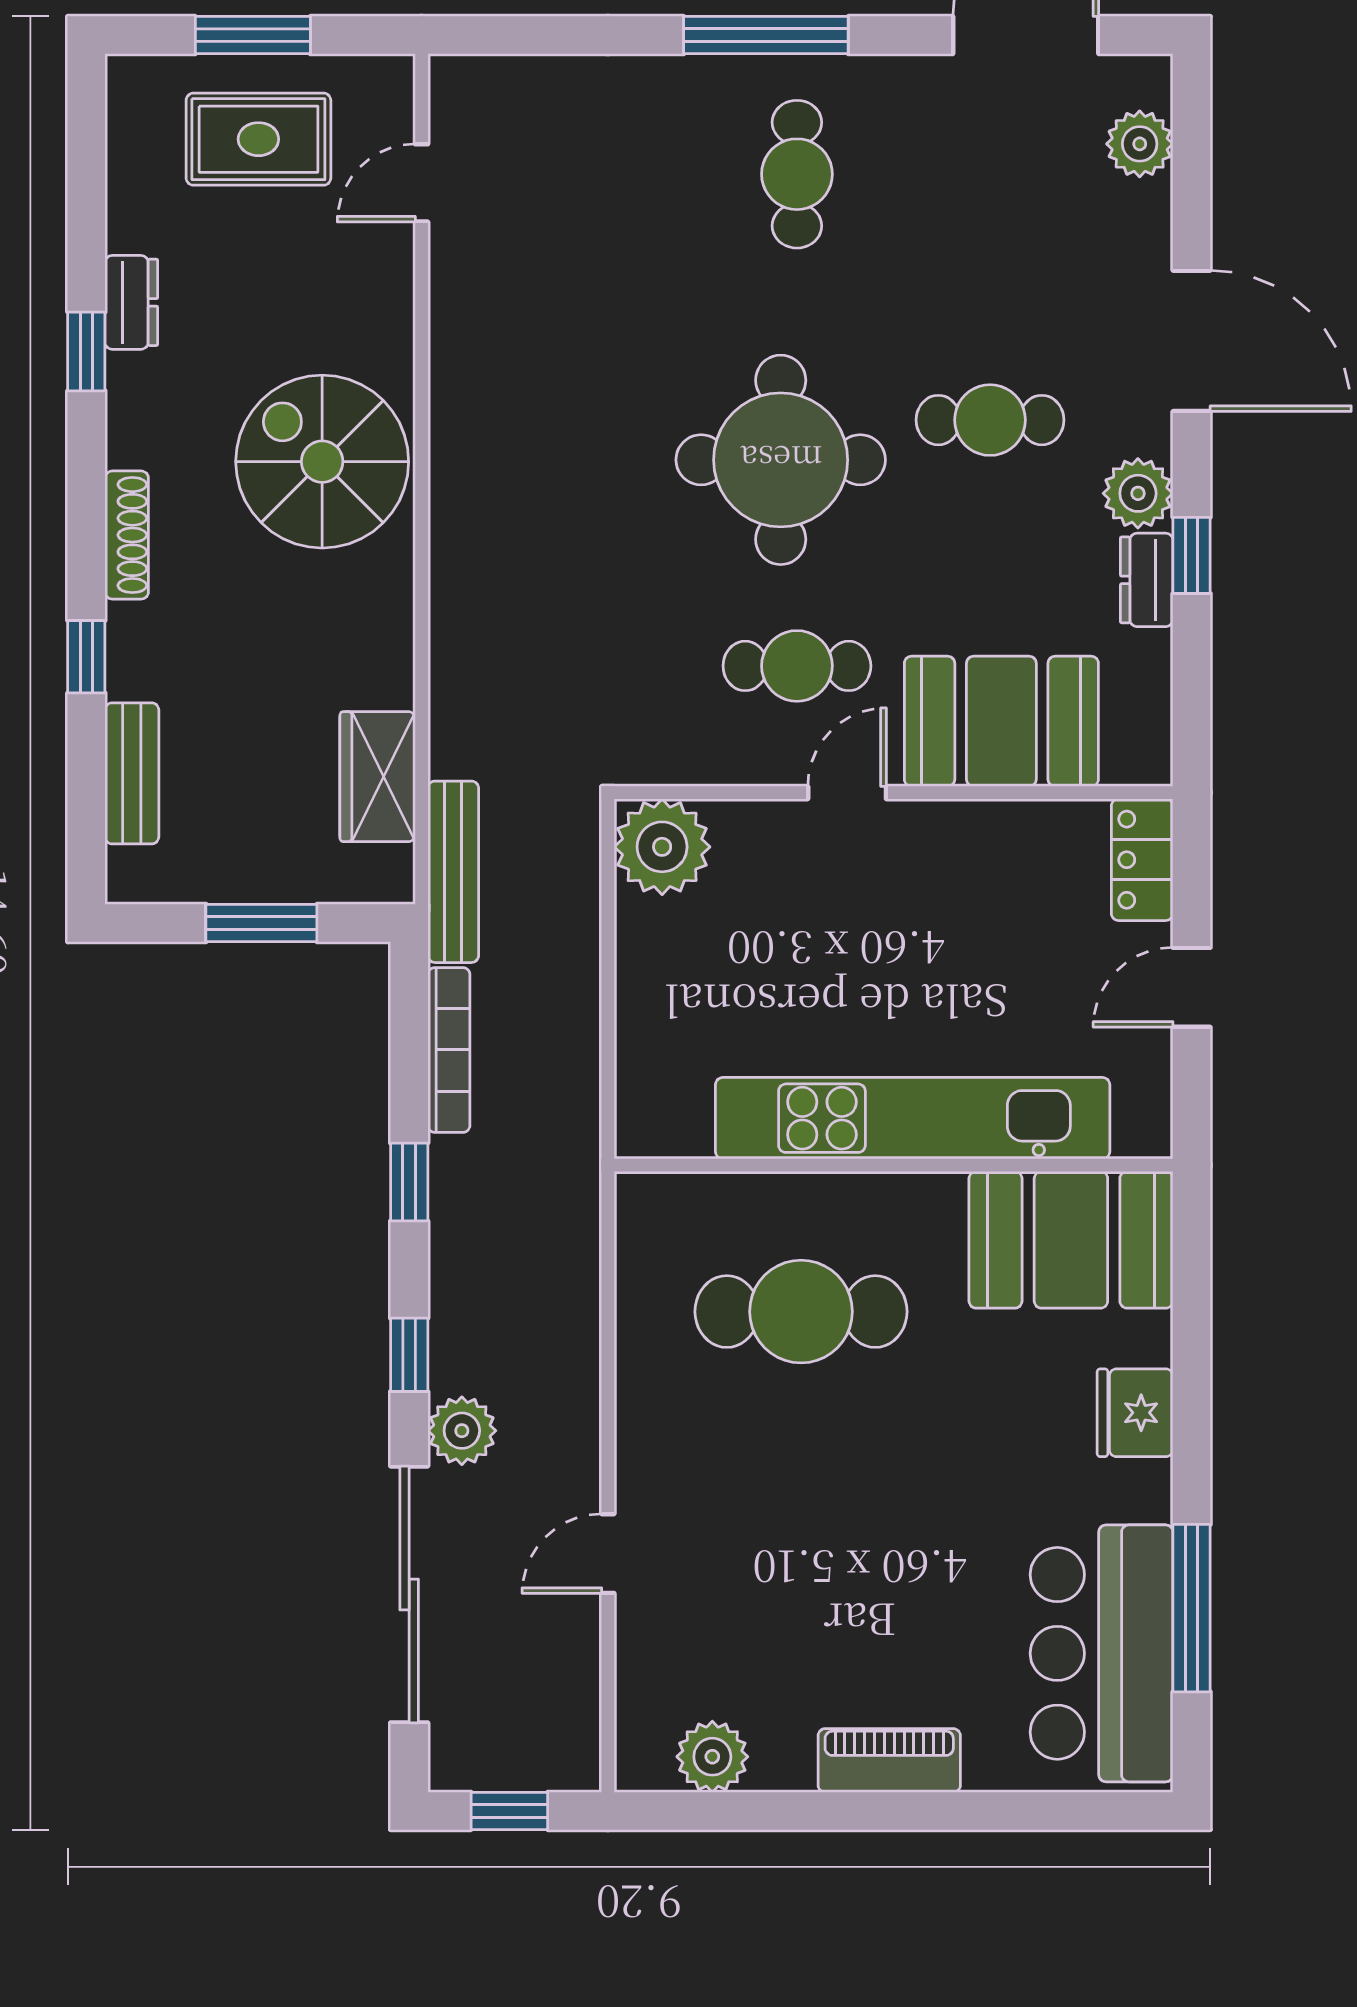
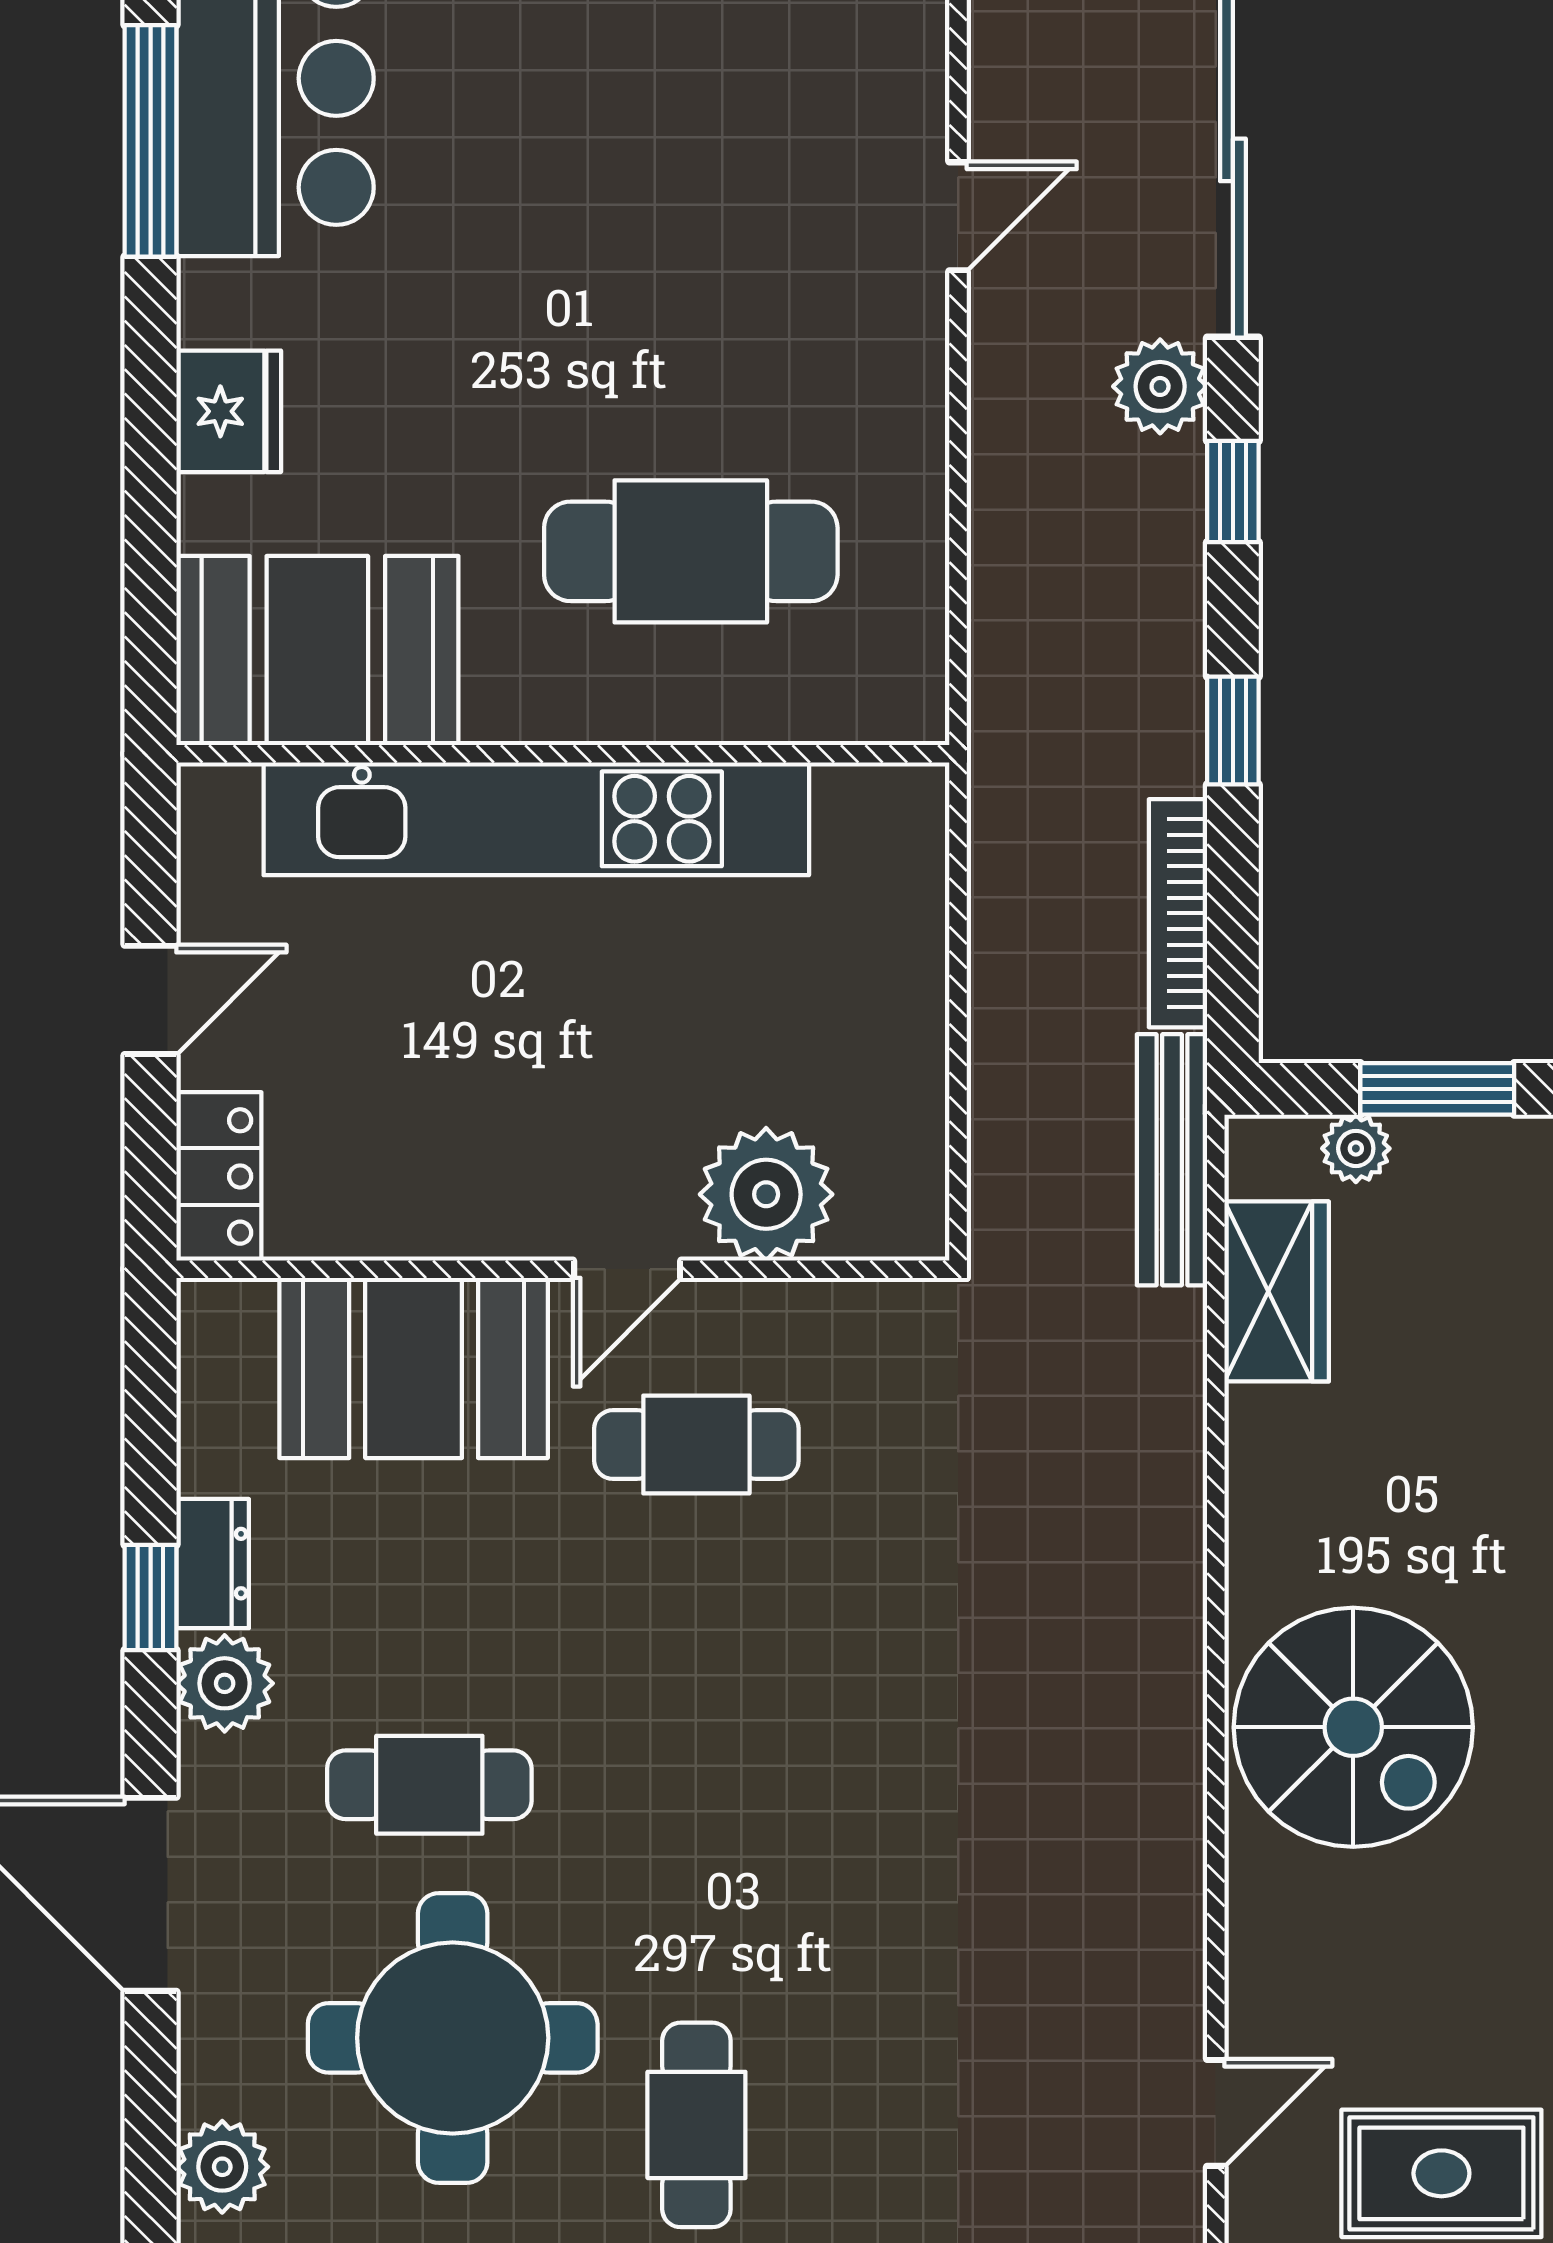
round table: (781, 460) -> (453, 2038), moved
plant: (662, 847) -> (766, 1194), moved
plant: (320, 880) -> (1356, 1148), added

